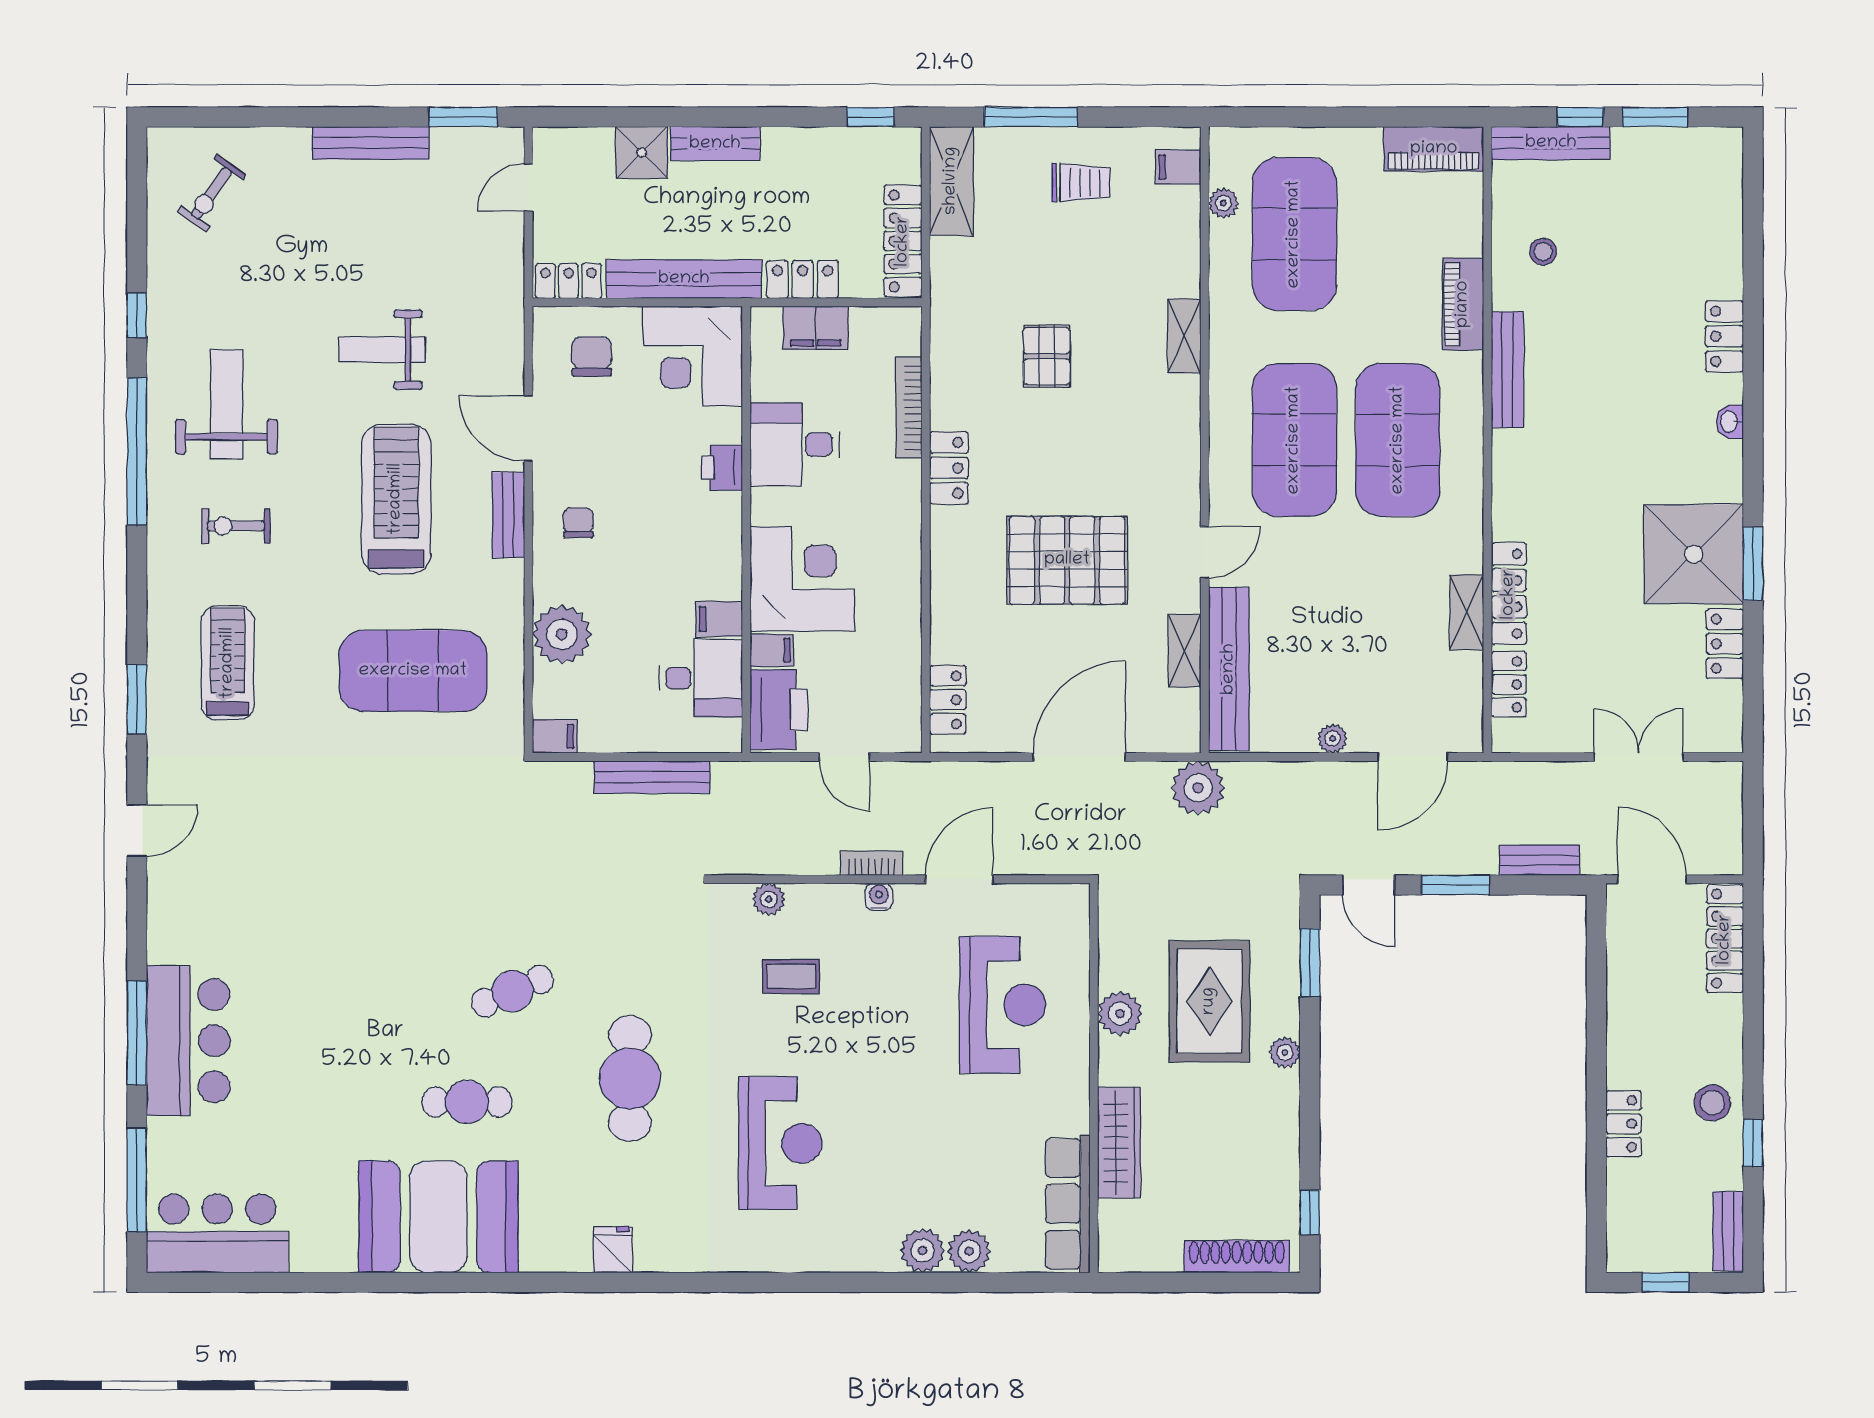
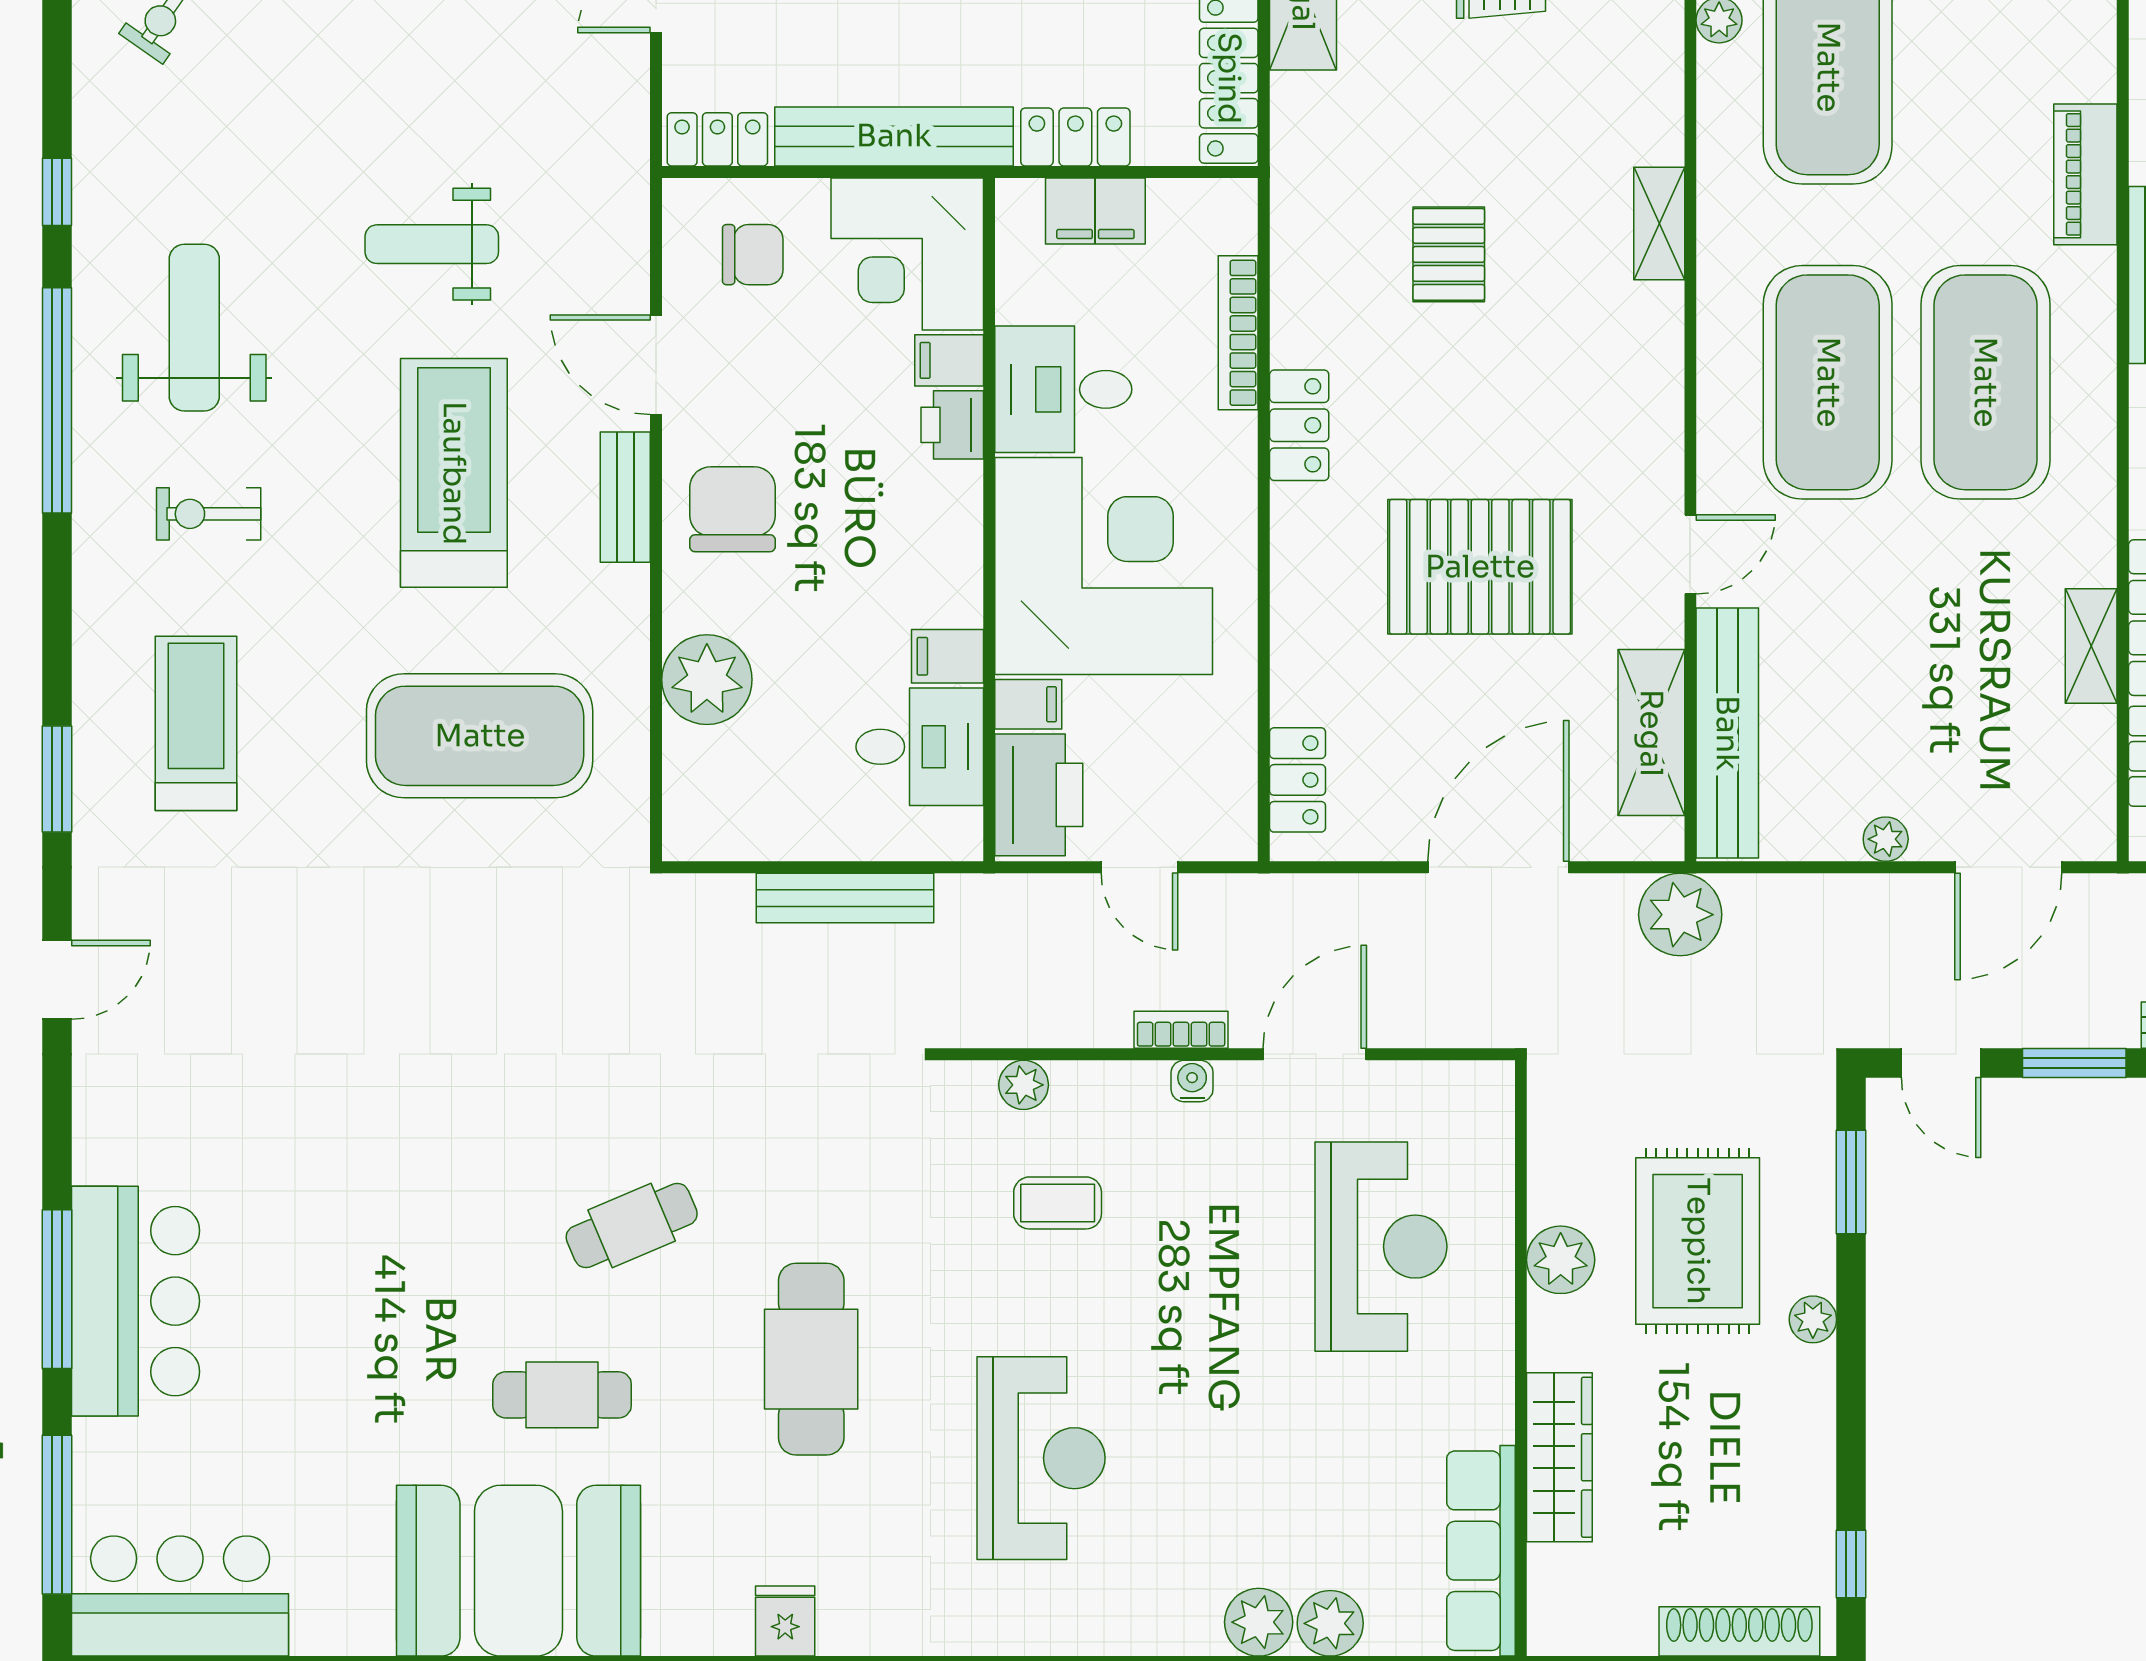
chair: (592, 356) -> (753, 255), turned 90
chair: (578, 523) -> (732, 509), width x1.87, depth x1.87
corner desk: (802, 579) -> (1104, 566), width x1.36, depth x1.36
shelving: (1185, 651) -> (1651, 733), width x1.50, depth x1.33
filing cabinet: (555, 736) -> (949, 360), moved, turned 180

